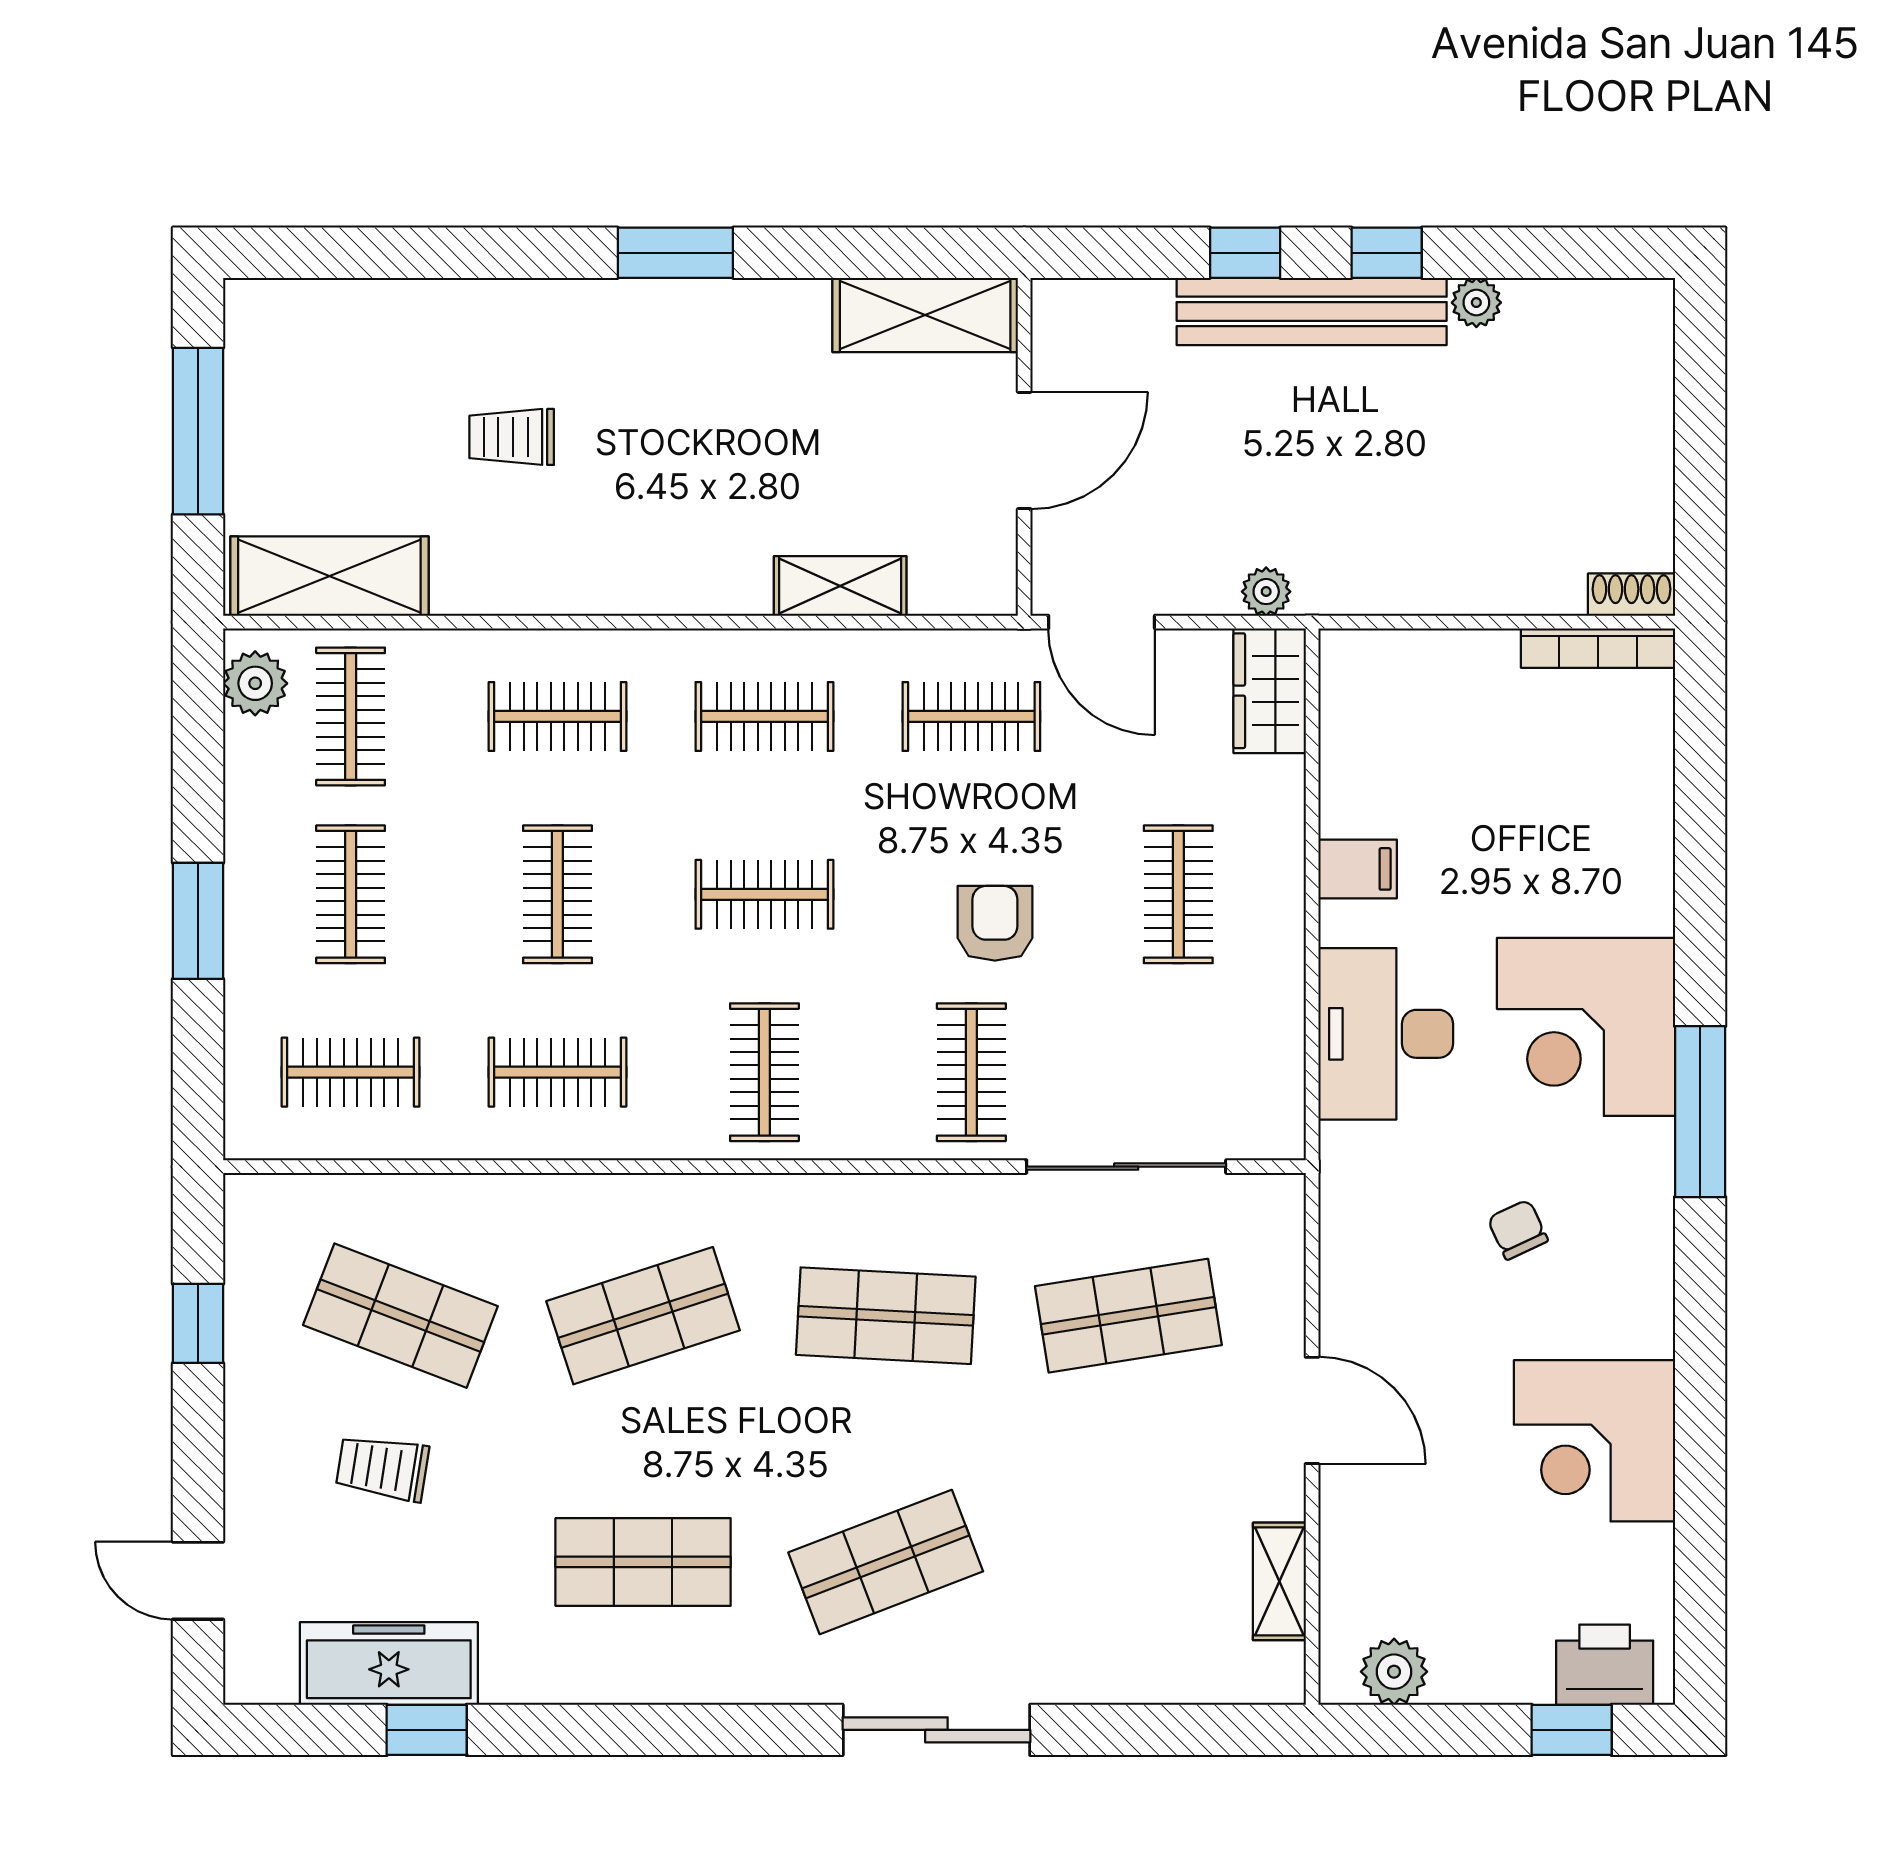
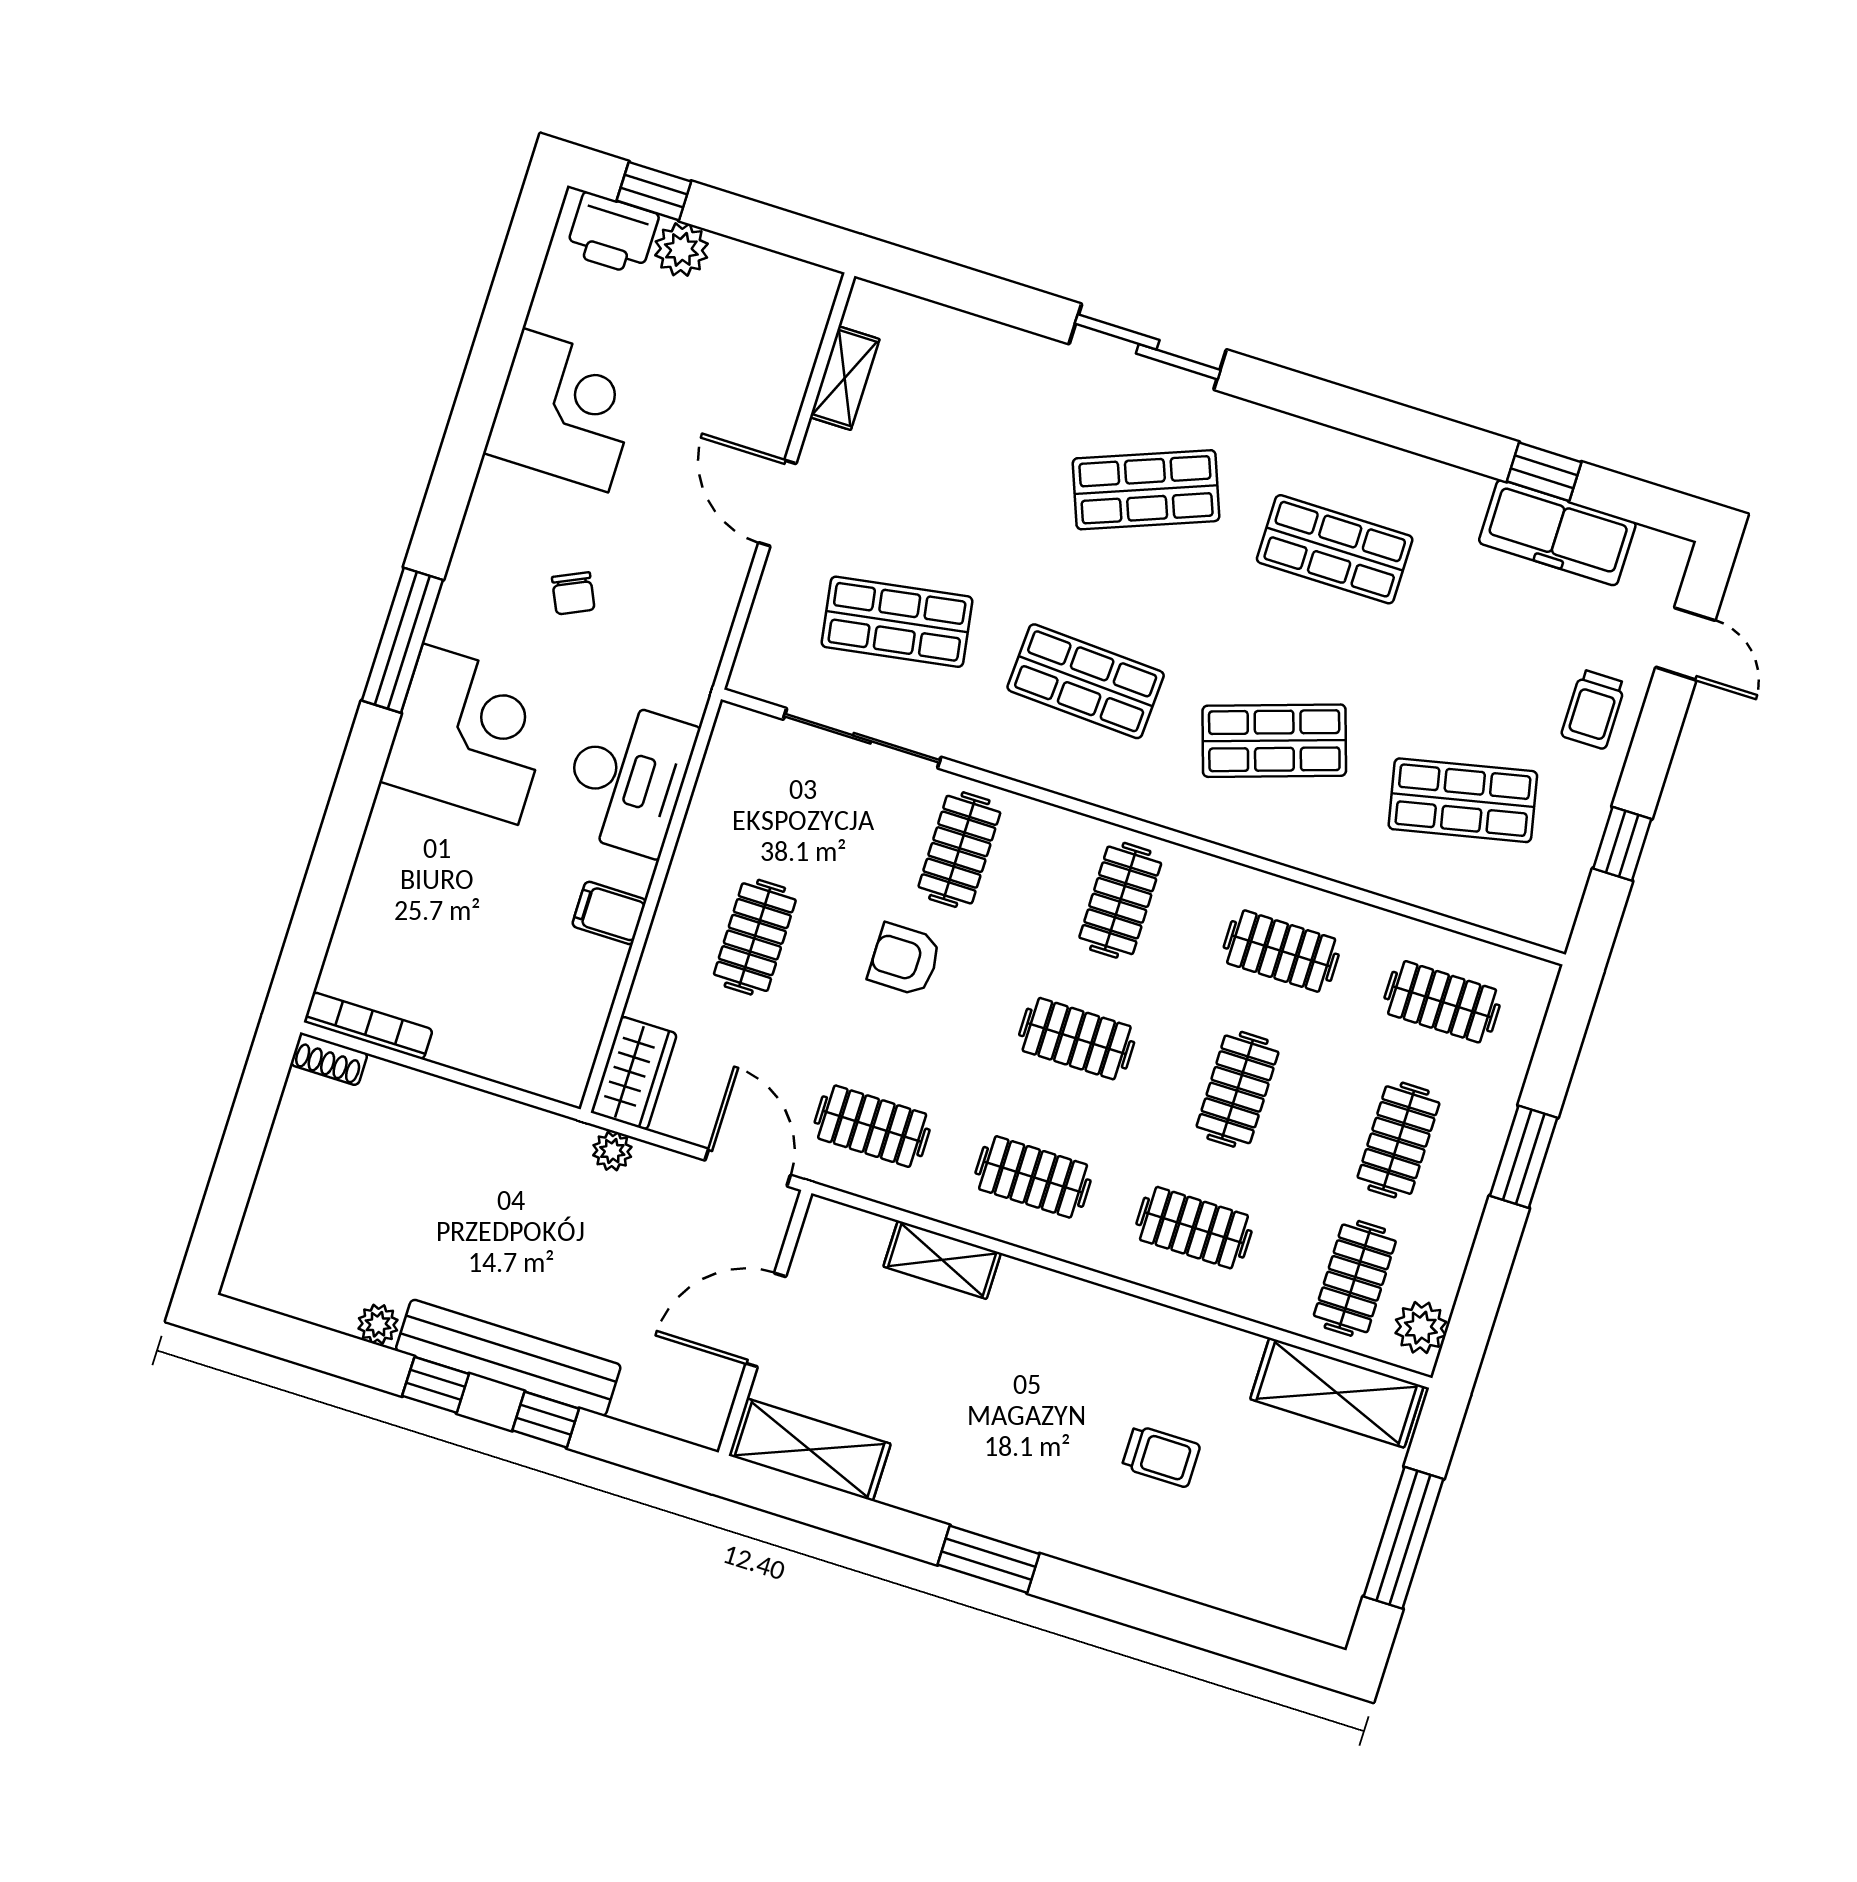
armchair: (995, 923) -> (905, 960), turned 90
shop shelf: (400, 1316) -> (1463, 800), turned -33
trolley: (382, 1468) -> (1593, 709), moved, turned 81
plant: (1394, 1672) -> (681, 249), moved

